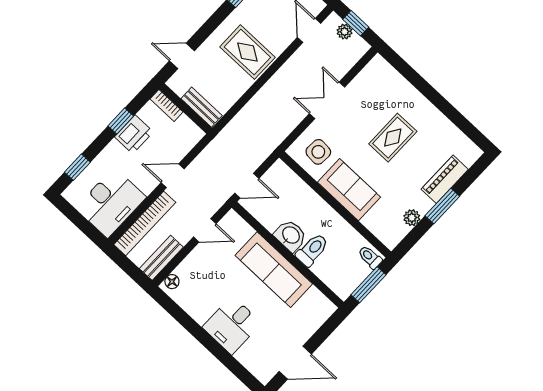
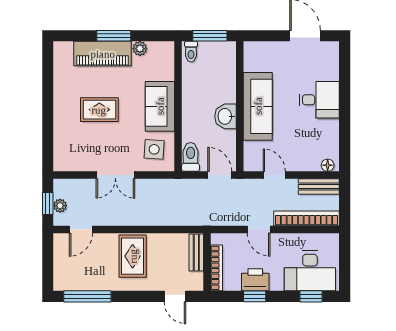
bookcase: (166, 105) -> (217, 268), width x1.56
piano: (445, 179) -> (103, 54), width x1.37, depth x1.33
desk: (111, 203) -> (310, 271), moved, turned 180
toilet: (312, 250) -> (191, 157), moved, turned 90

